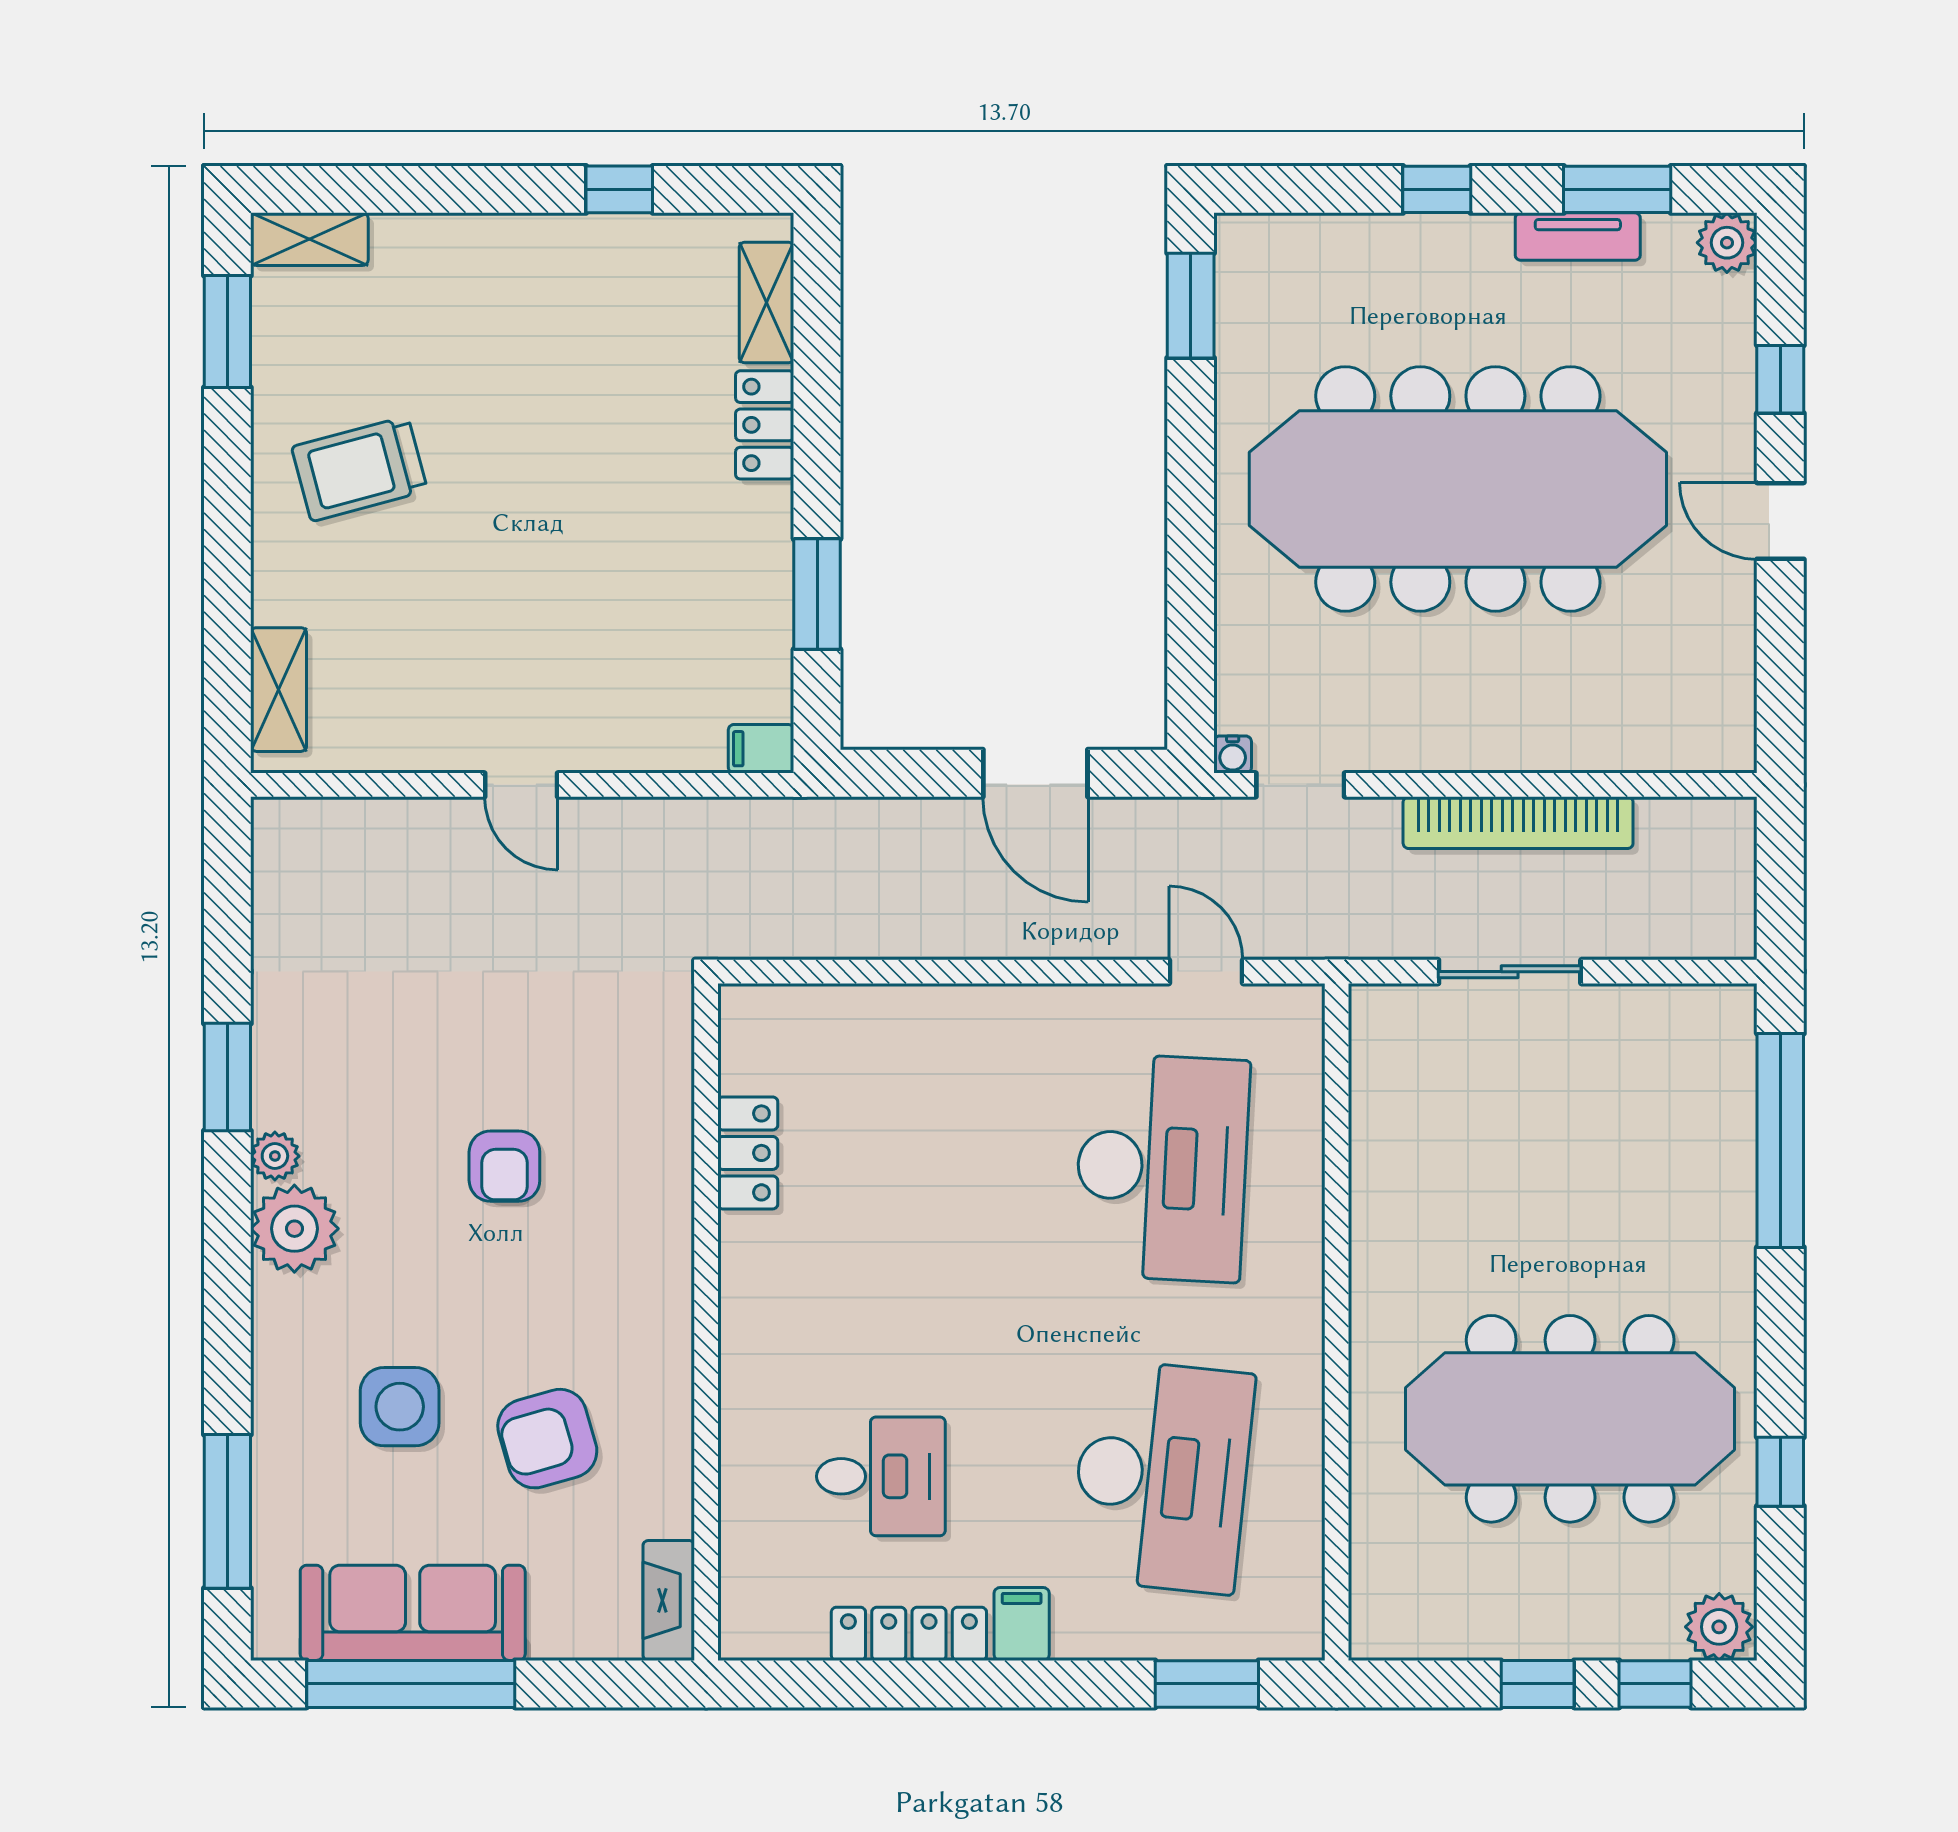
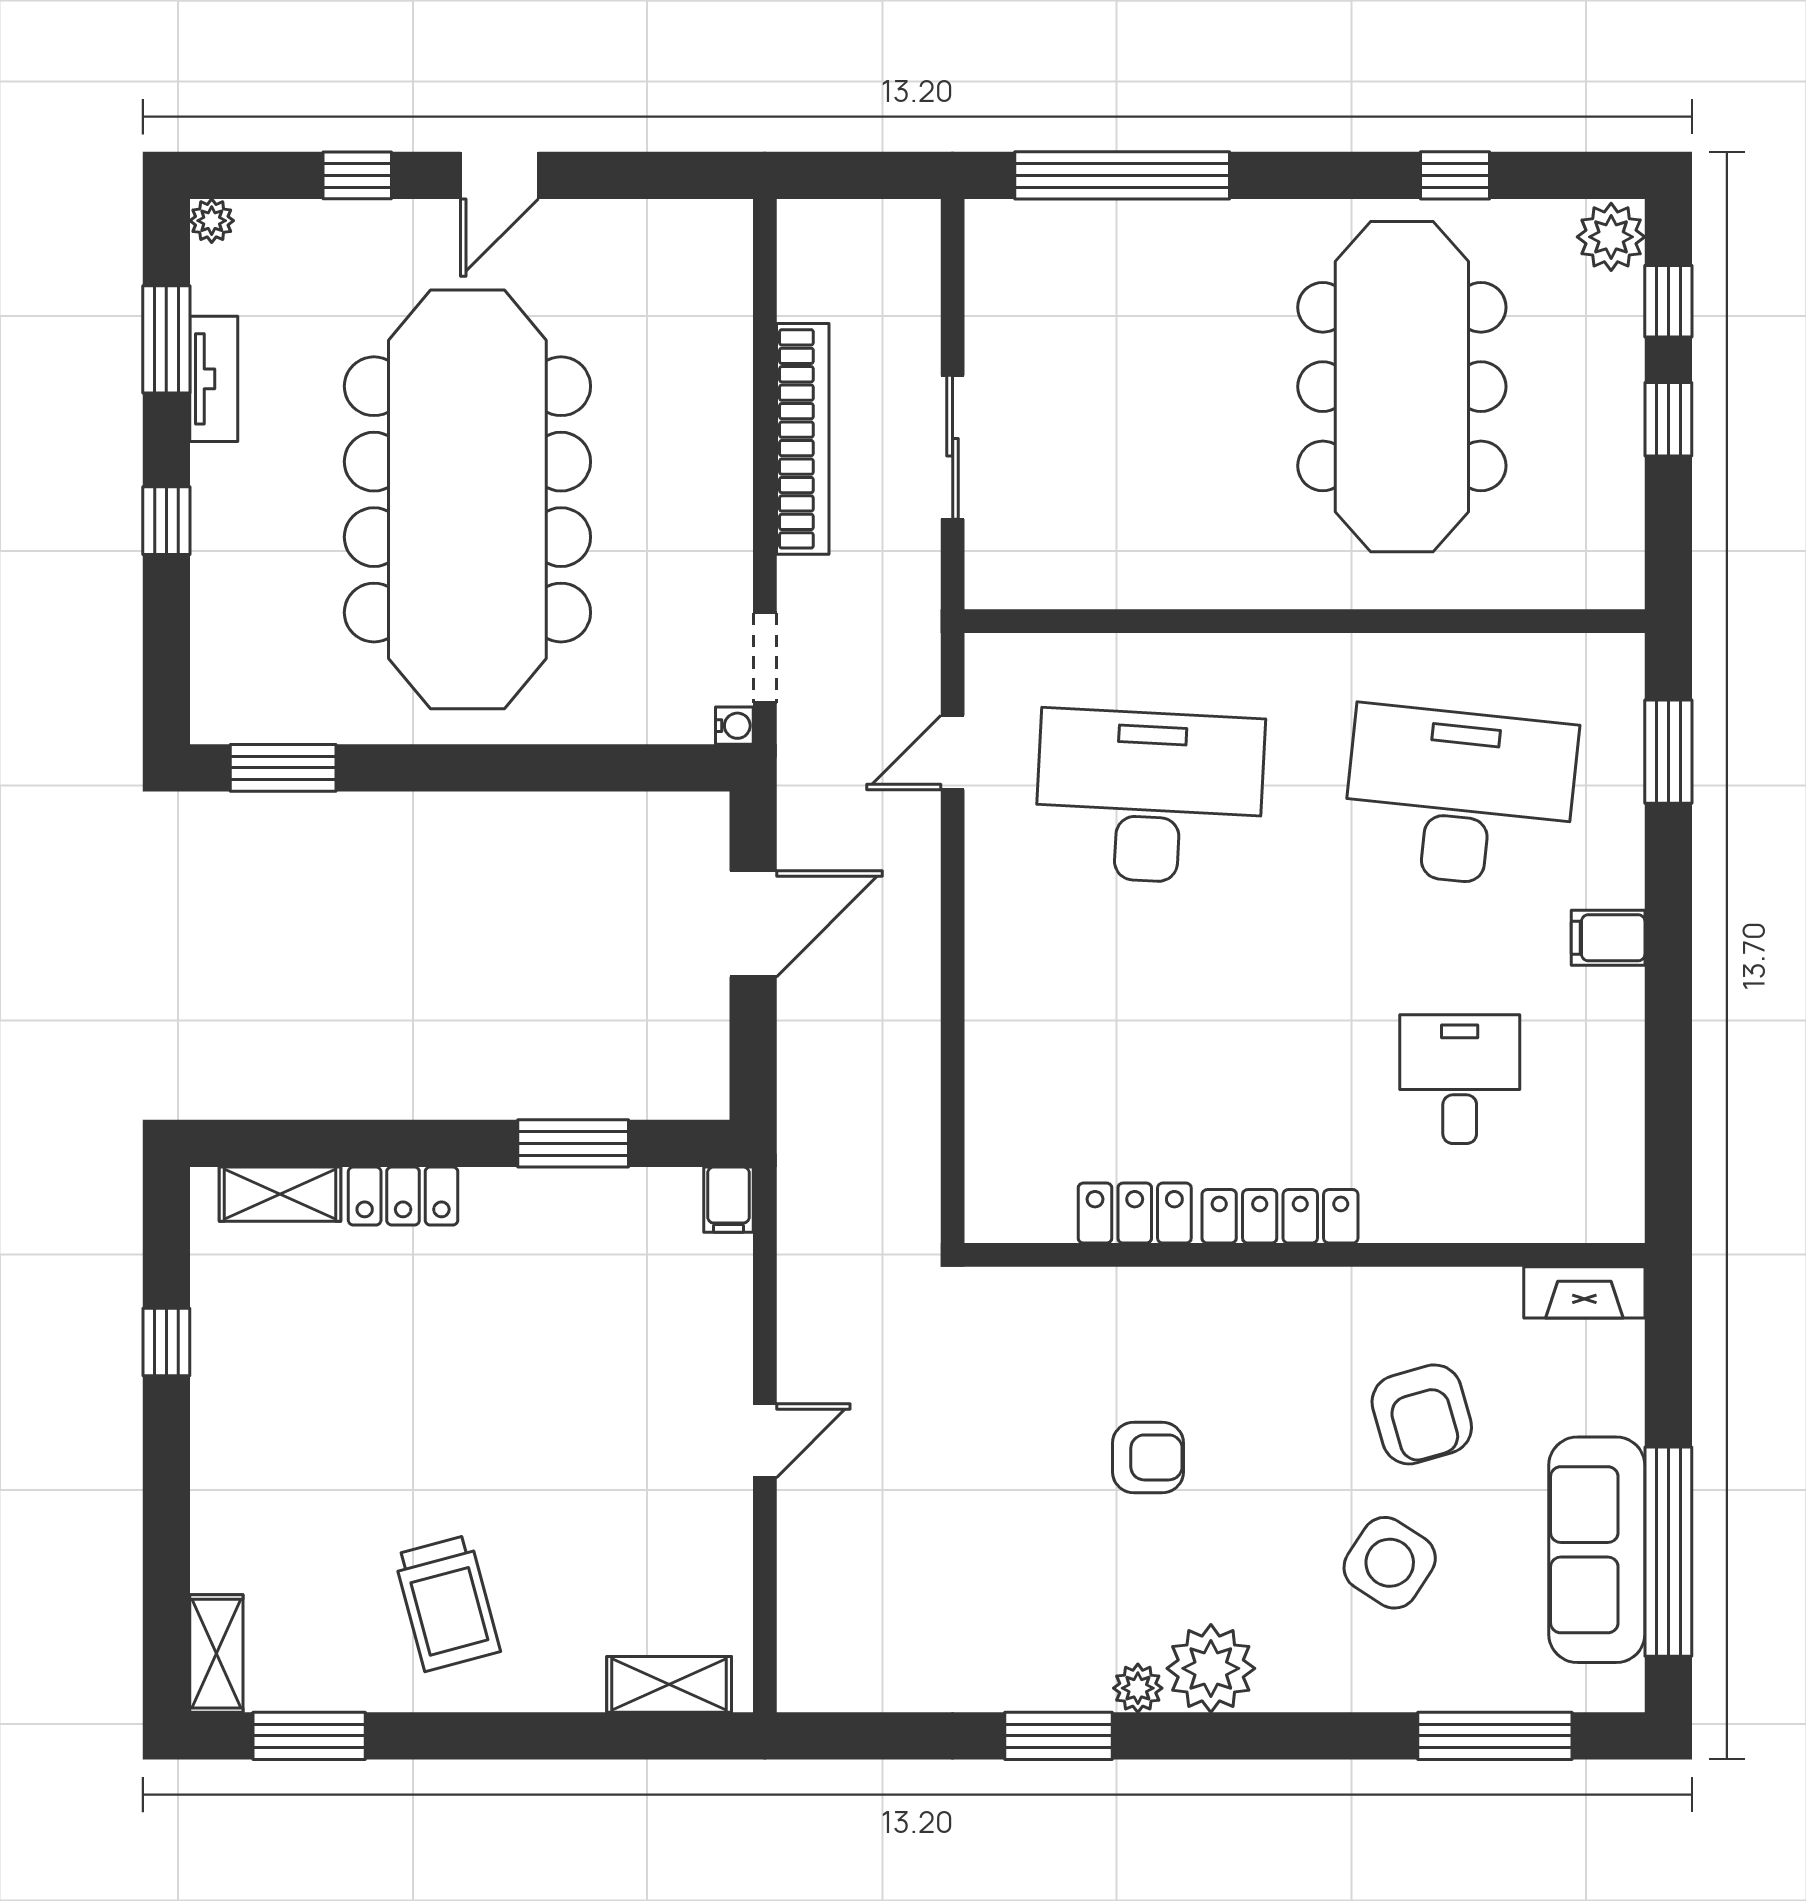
plant: (1727, 243) -> (212, 221), width x0.73, depth x0.73
side table: (400, 1407) -> (1390, 1563), turned 33
locker: (909, 1634) -> (1280, 1216), moved, turned 90

